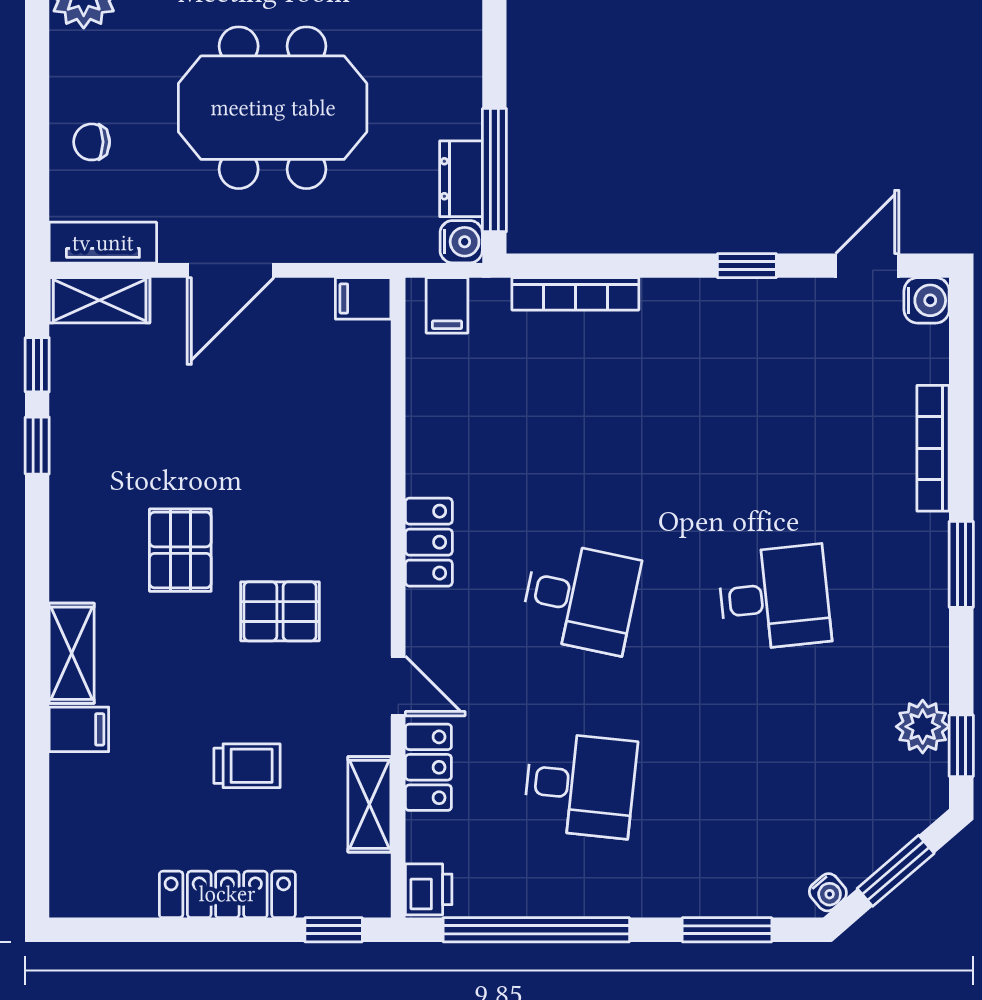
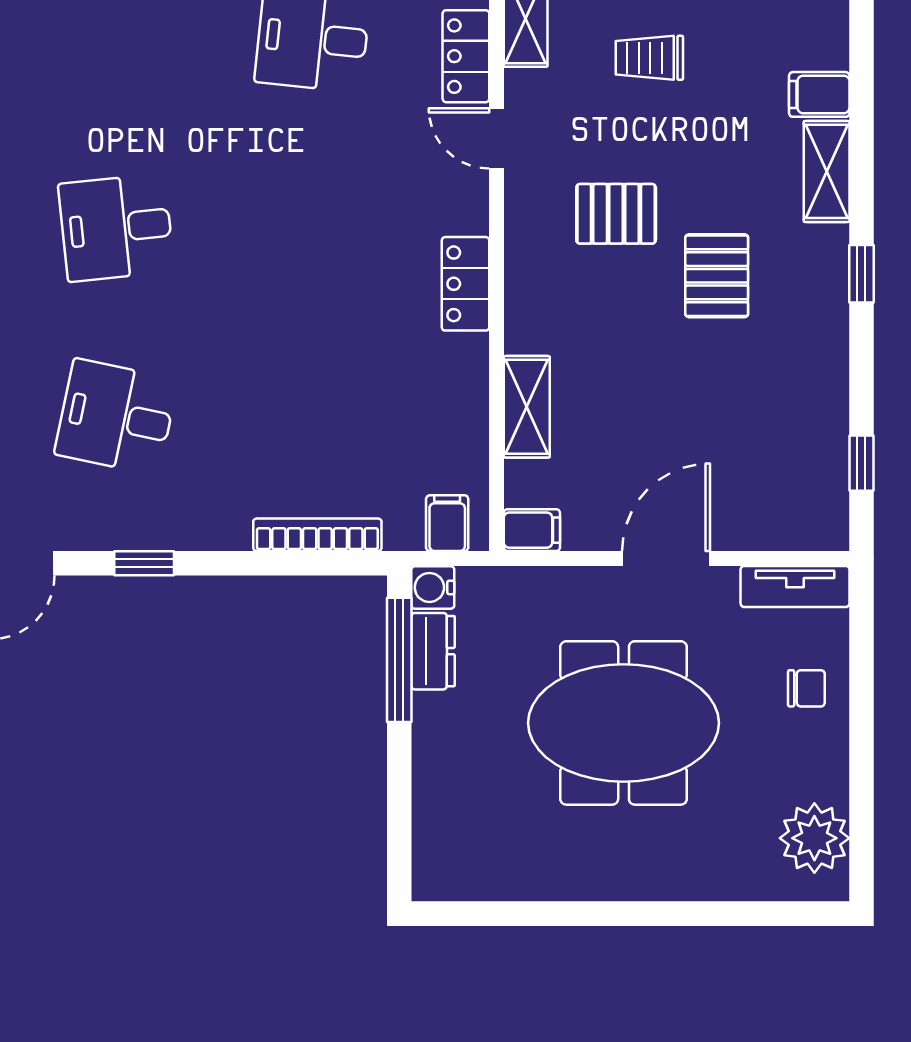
shelving: (100, 300) -> (527, 407), moved, turned 90
window: (37, 446) -> (861, 274), moved
desk: (580, 598) -> (116, 417), moved

